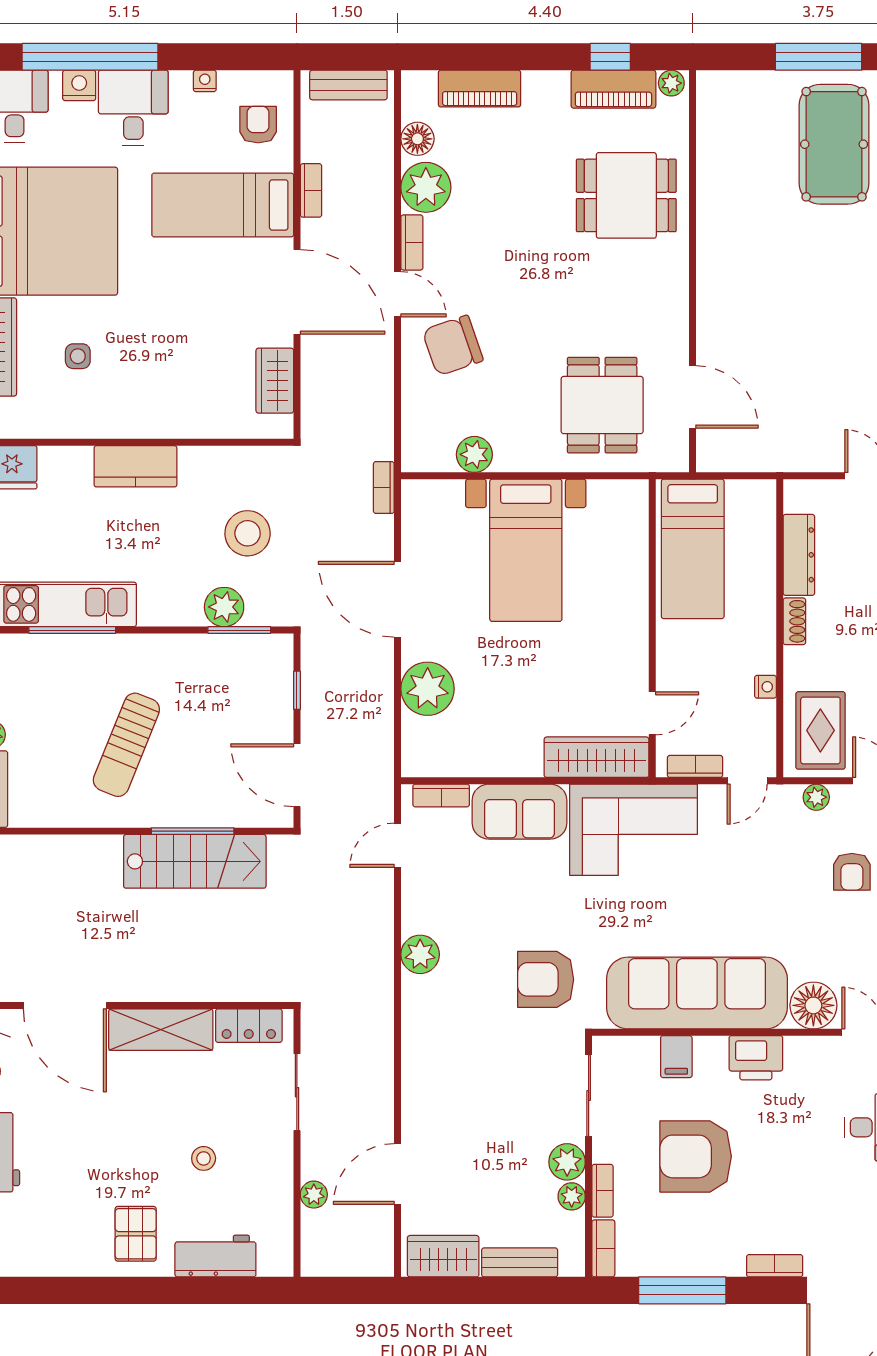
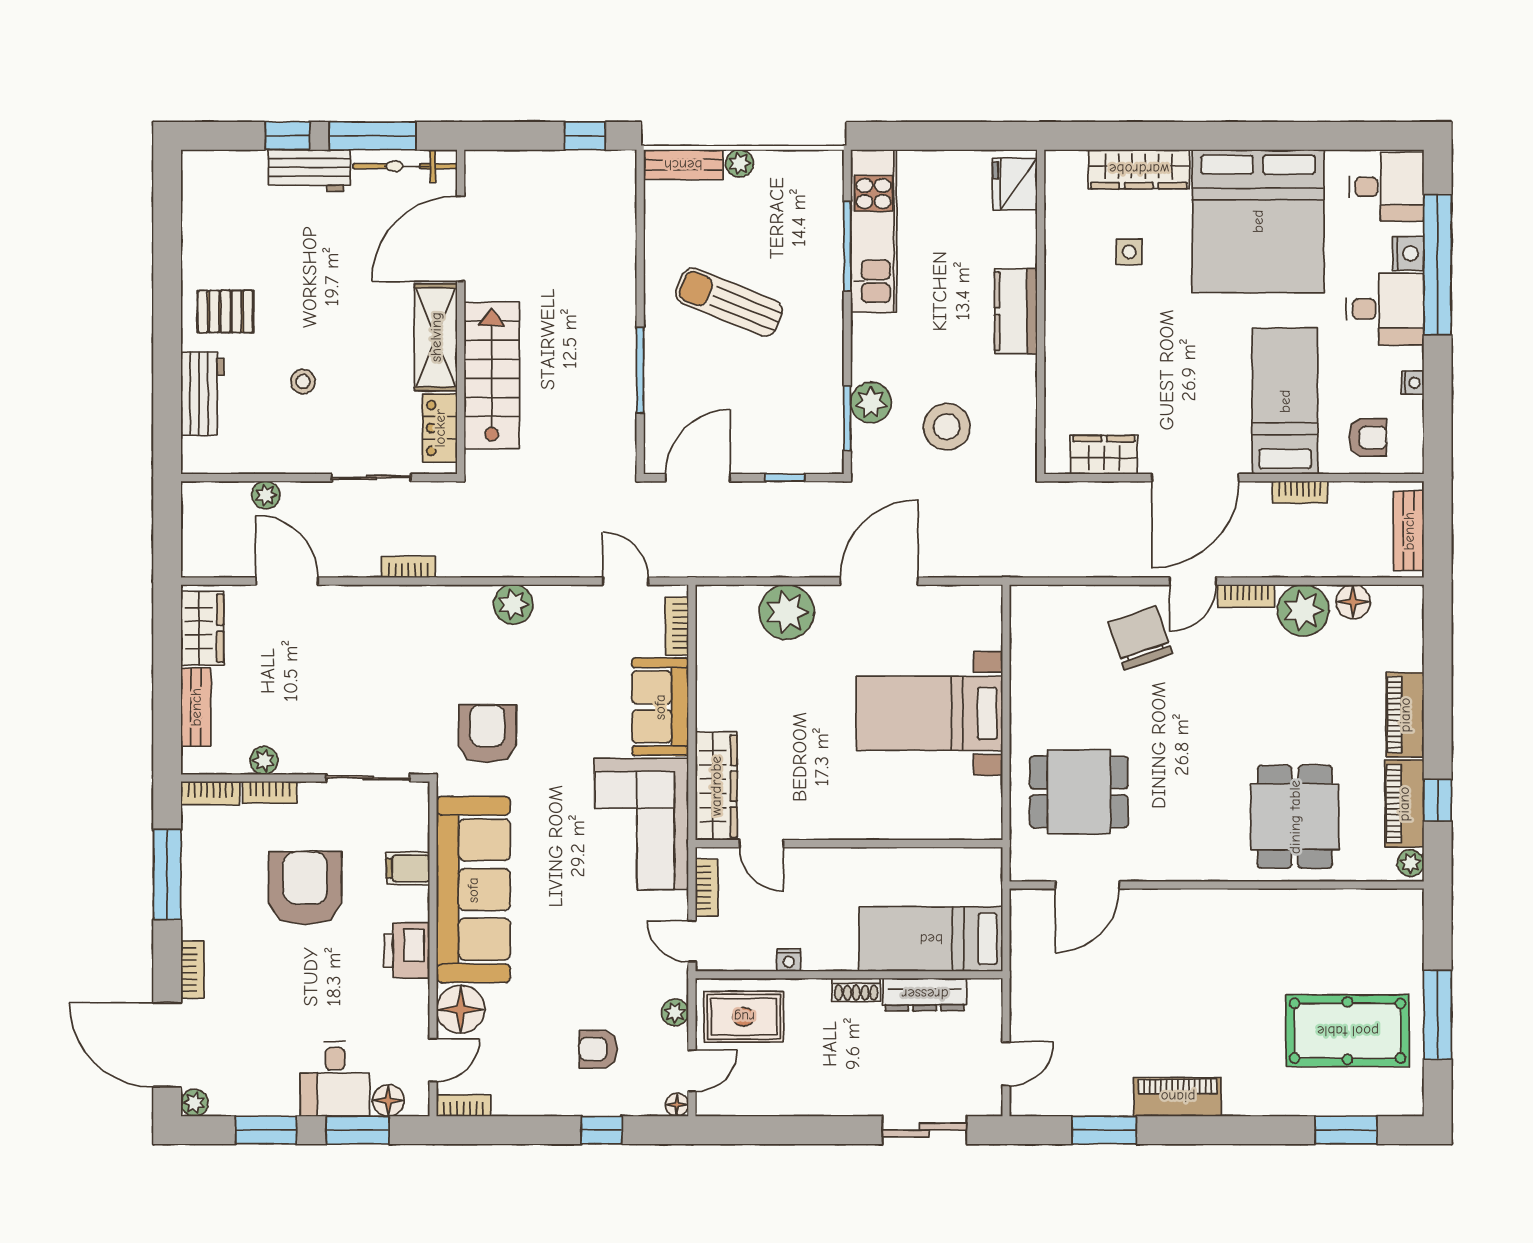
piano: (480, 89) -> (1405, 715), moved
plant: (474, 454) -> (1028, 660), removed
bookcase: (384, 487) -> (408, 567), moved
bed: (693, 549) -> (931, 939), moved
stairs: (195, 861) -> (492, 375), moved, turned 180
plant: (567, 1162) -> (299, 756), removed

